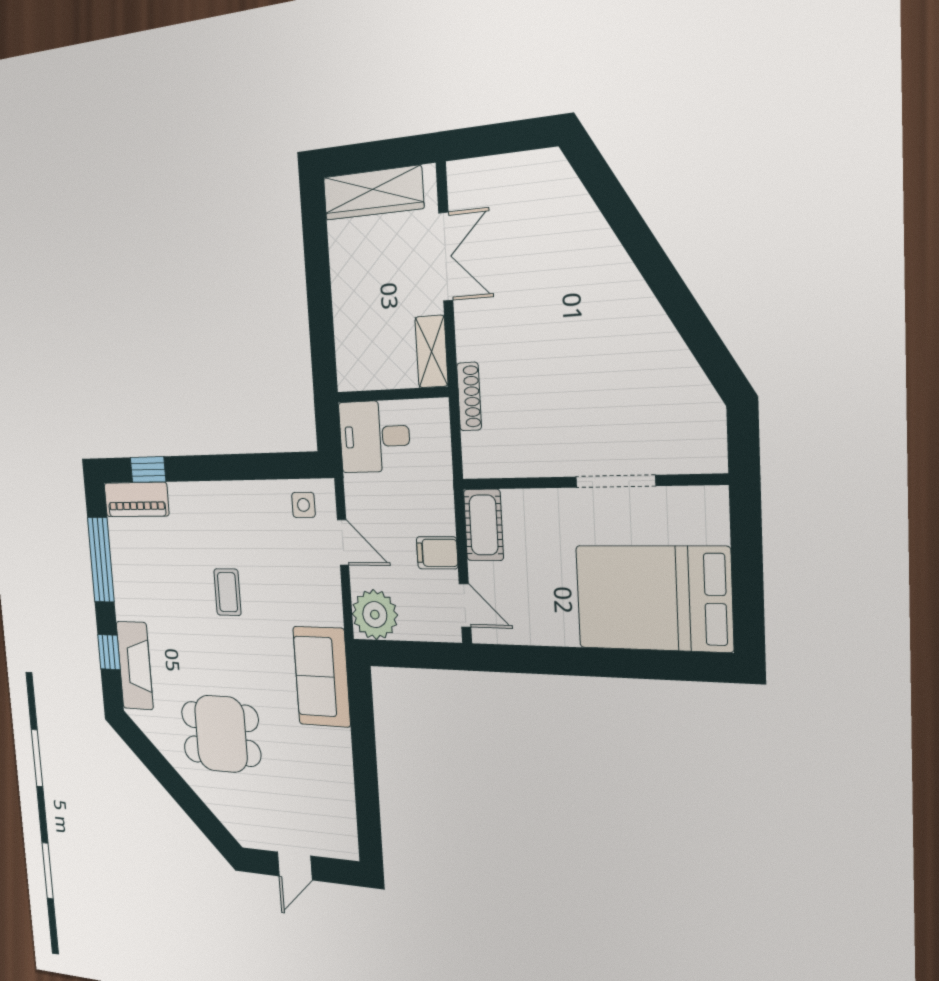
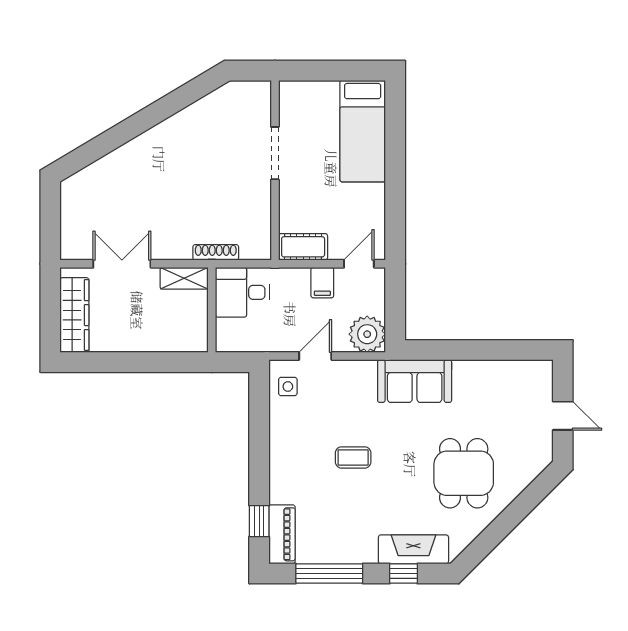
desk: (374, 437) -> (242, 292), moved, turned 90
bed: (653, 598) -> (363, 131), width x0.67

